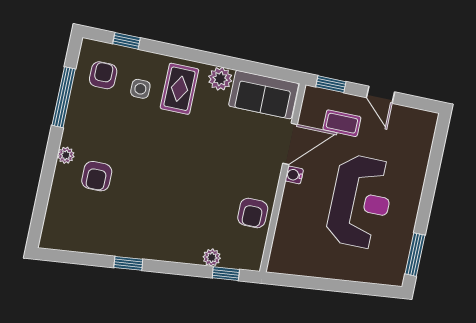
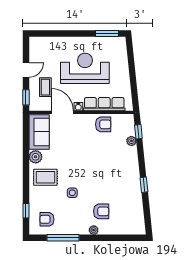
side table: (140, 89) -> (72, 193), moved
row of seats: (289, 223) -> (104, 104), added

